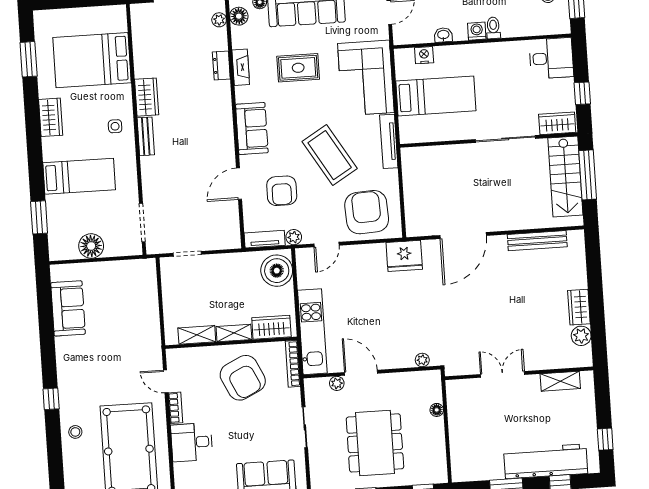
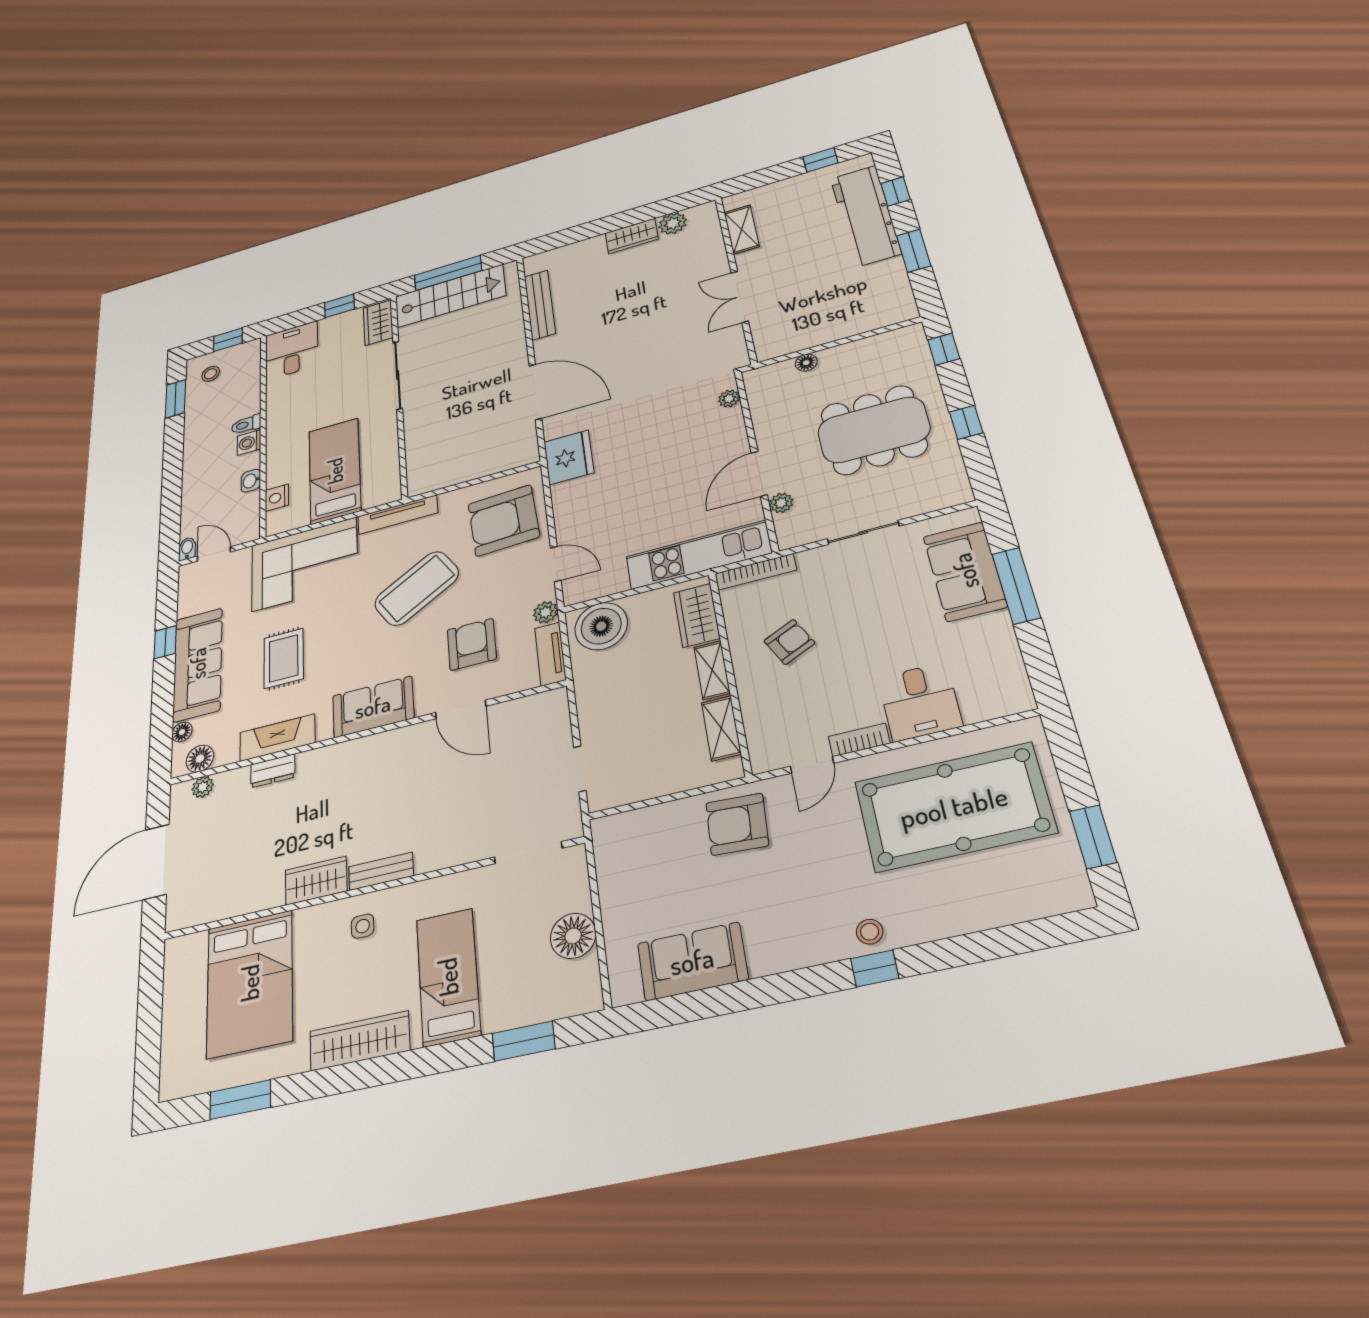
fireplace: (241, 67) -> (277, 738), width x1.37, depth x1.32
wardrobe: (51, 117) -> (360, 1041), width x1.50
armchair: (282, 191) -> (472, 644), turned -90
armchair: (139, 338) -> (737, 824), added
armchair: (243, 378) -> (789, 642), width x0.53, depth x0.53
stool: (75, 432) -> (870, 932), moved

